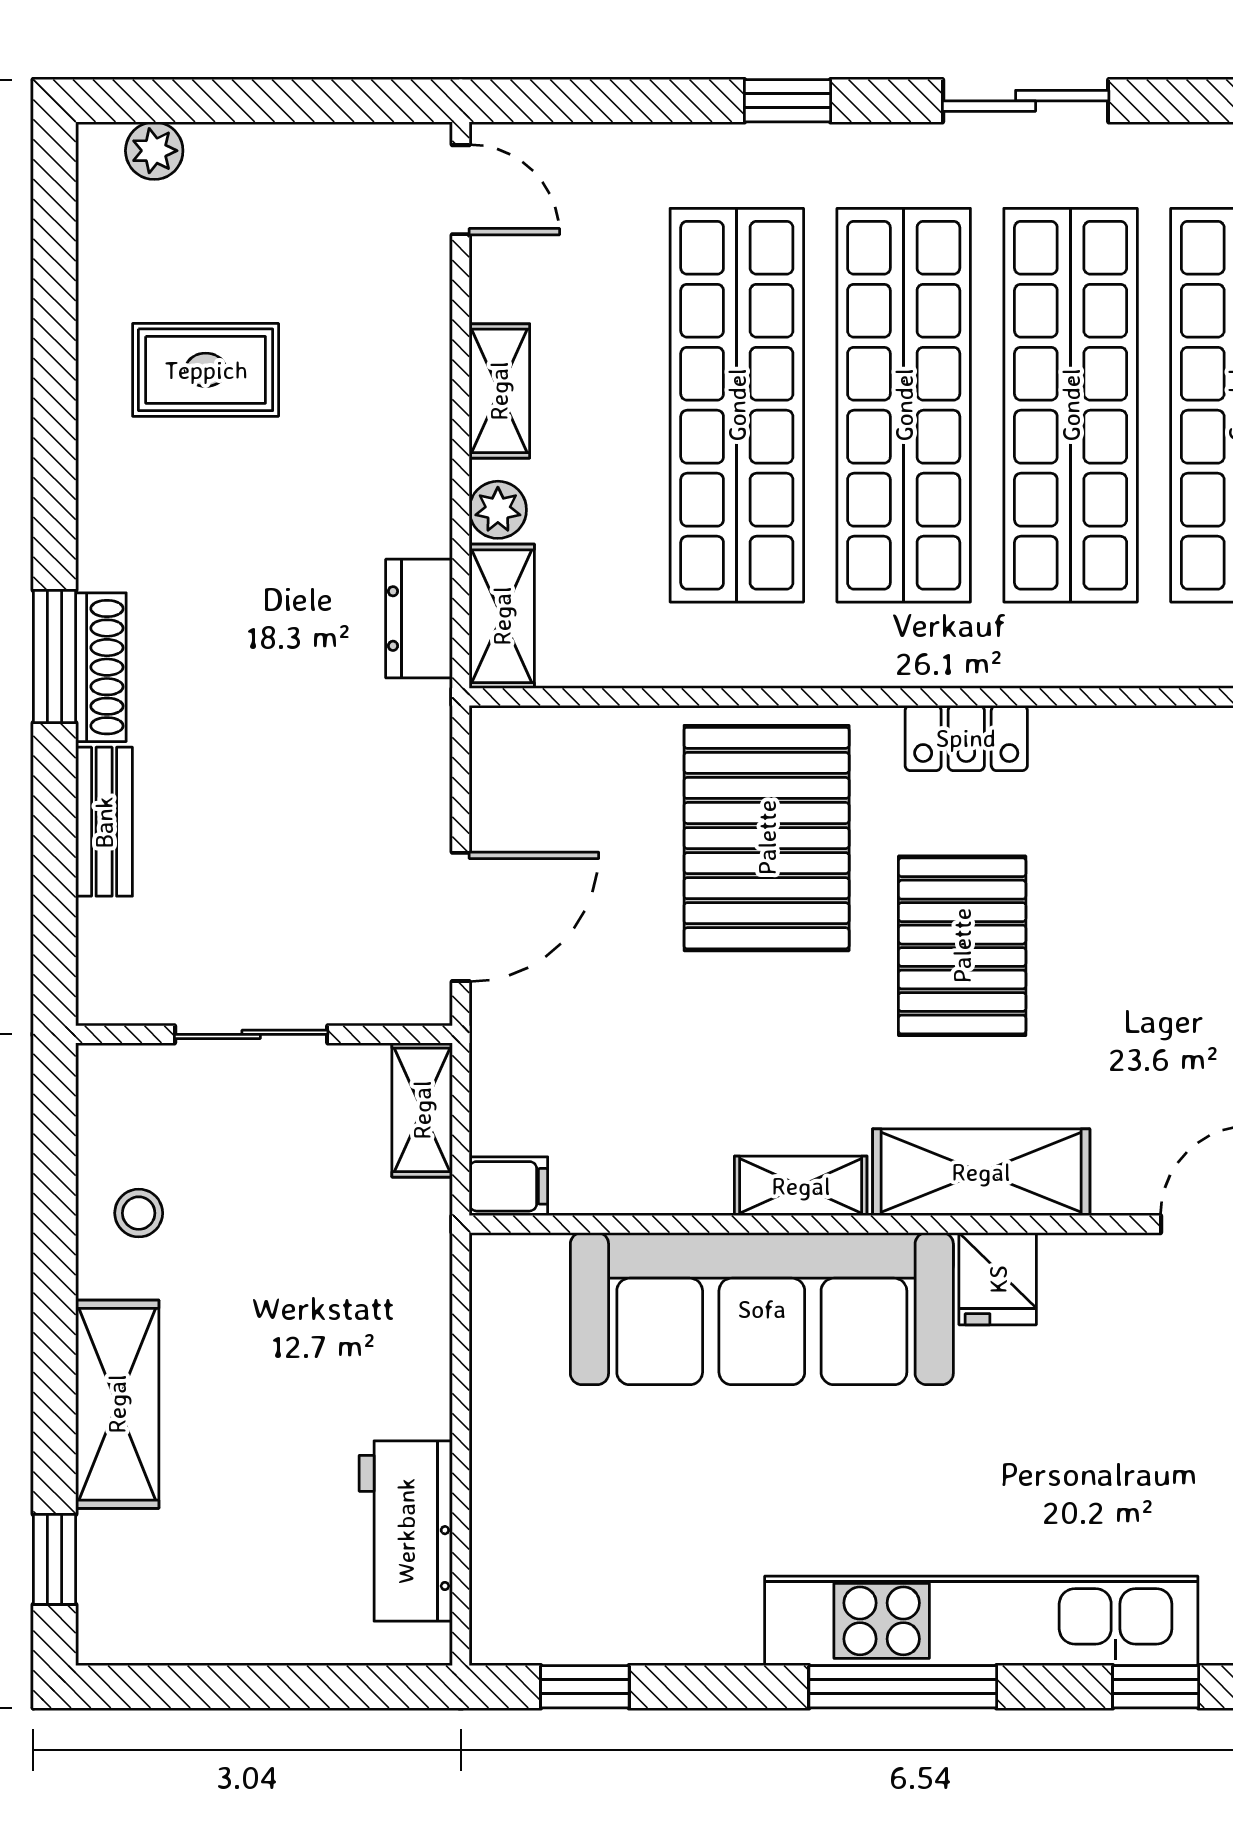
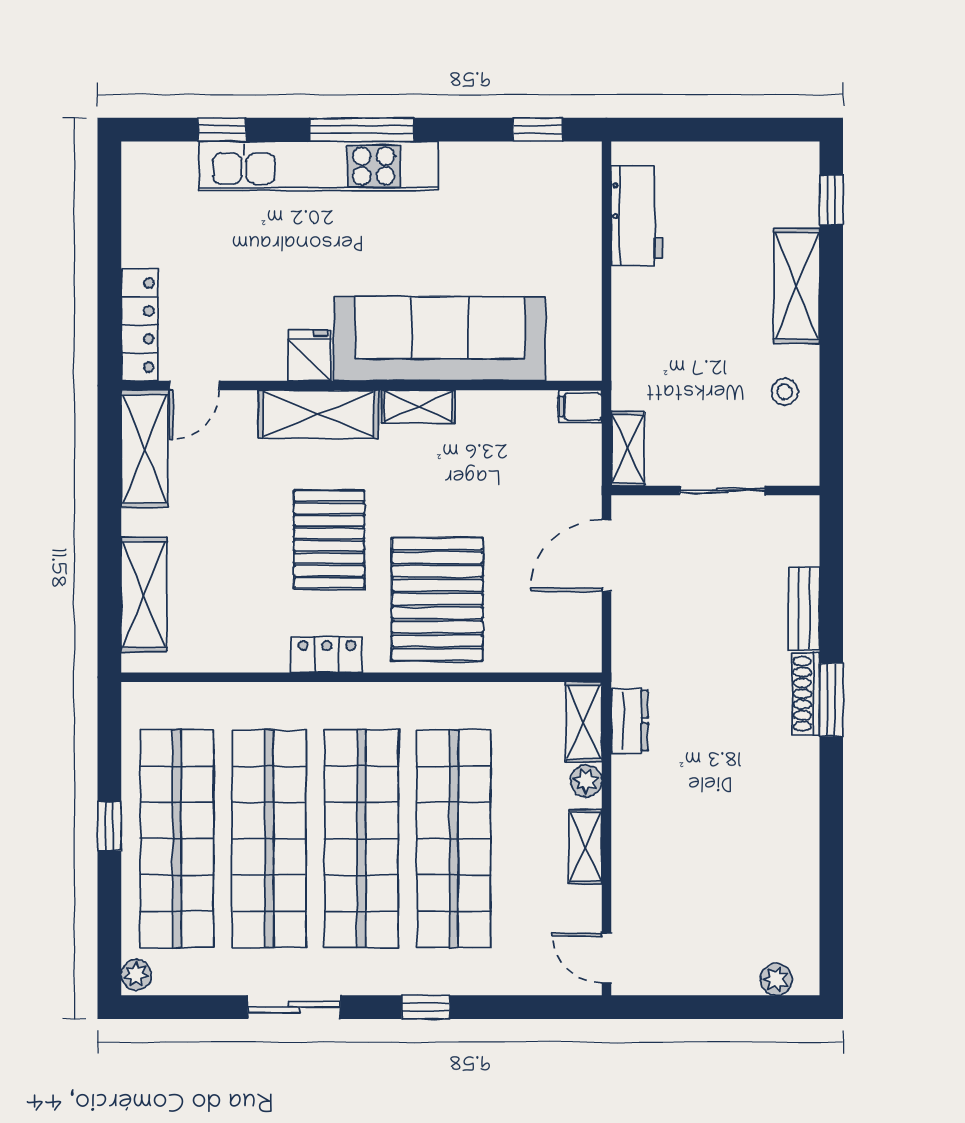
rug: (206, 370) -> (748, 858), removed

